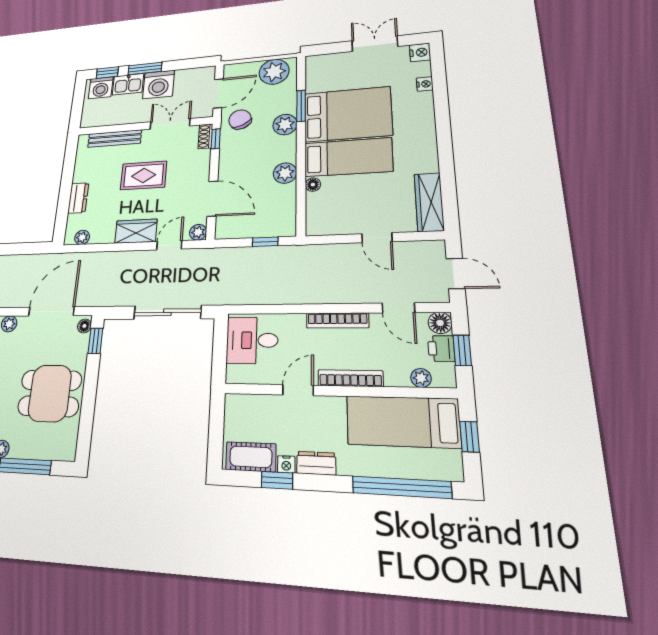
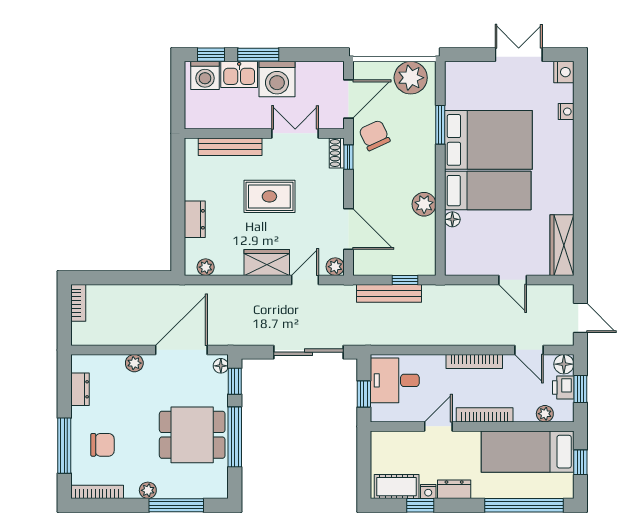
plant: (285, 124) -> (423, 146), removed
bench: (249, 255) -> (389, 293), added
window: (220, 354) -> (364, 394), added
window: (89, 396) -> (235, 437), added

